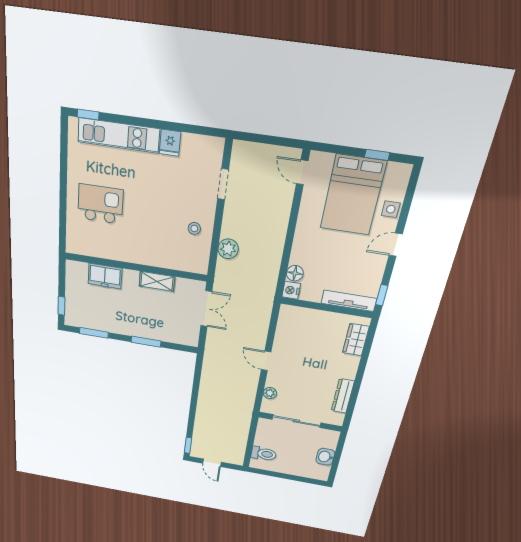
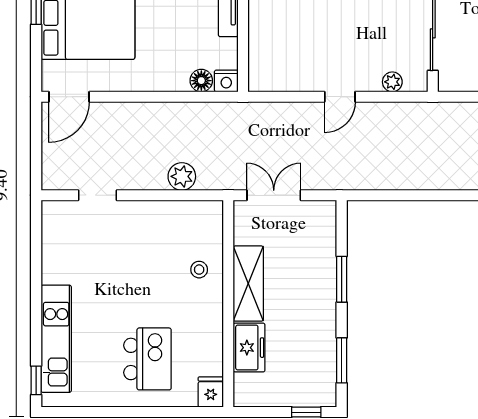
fridge: (170, 143) -> (211, 392), moved, turned -90
door: (302, 172) -> (69, 97), width x1.38
kitchen island: (100, 204) -> (147, 359), turned 180
stool: (194, 228) -> (199, 270), moved
shelving: (157, 281) -> (248, 284), width x1.50, depth x1.33

